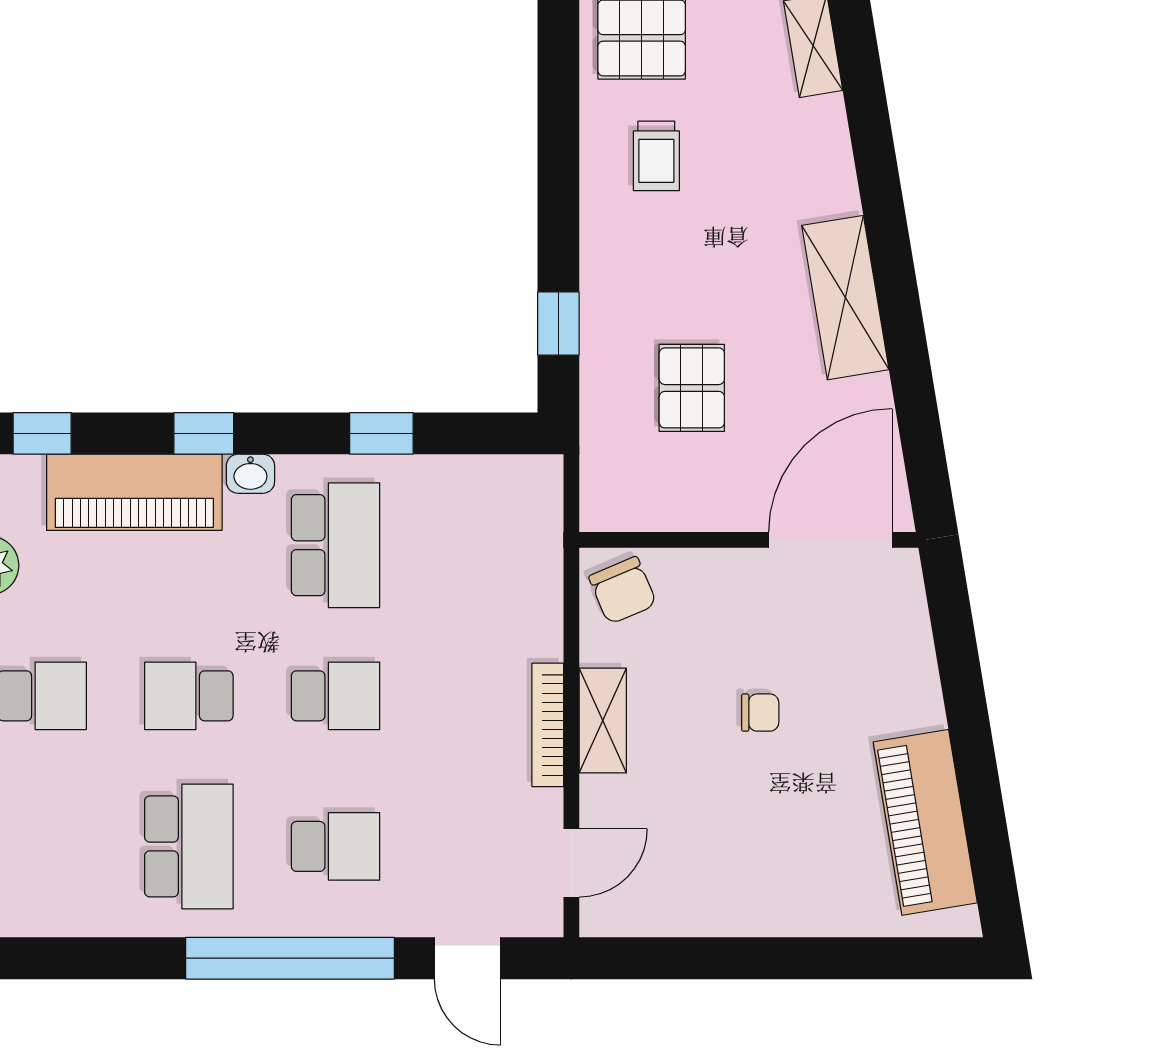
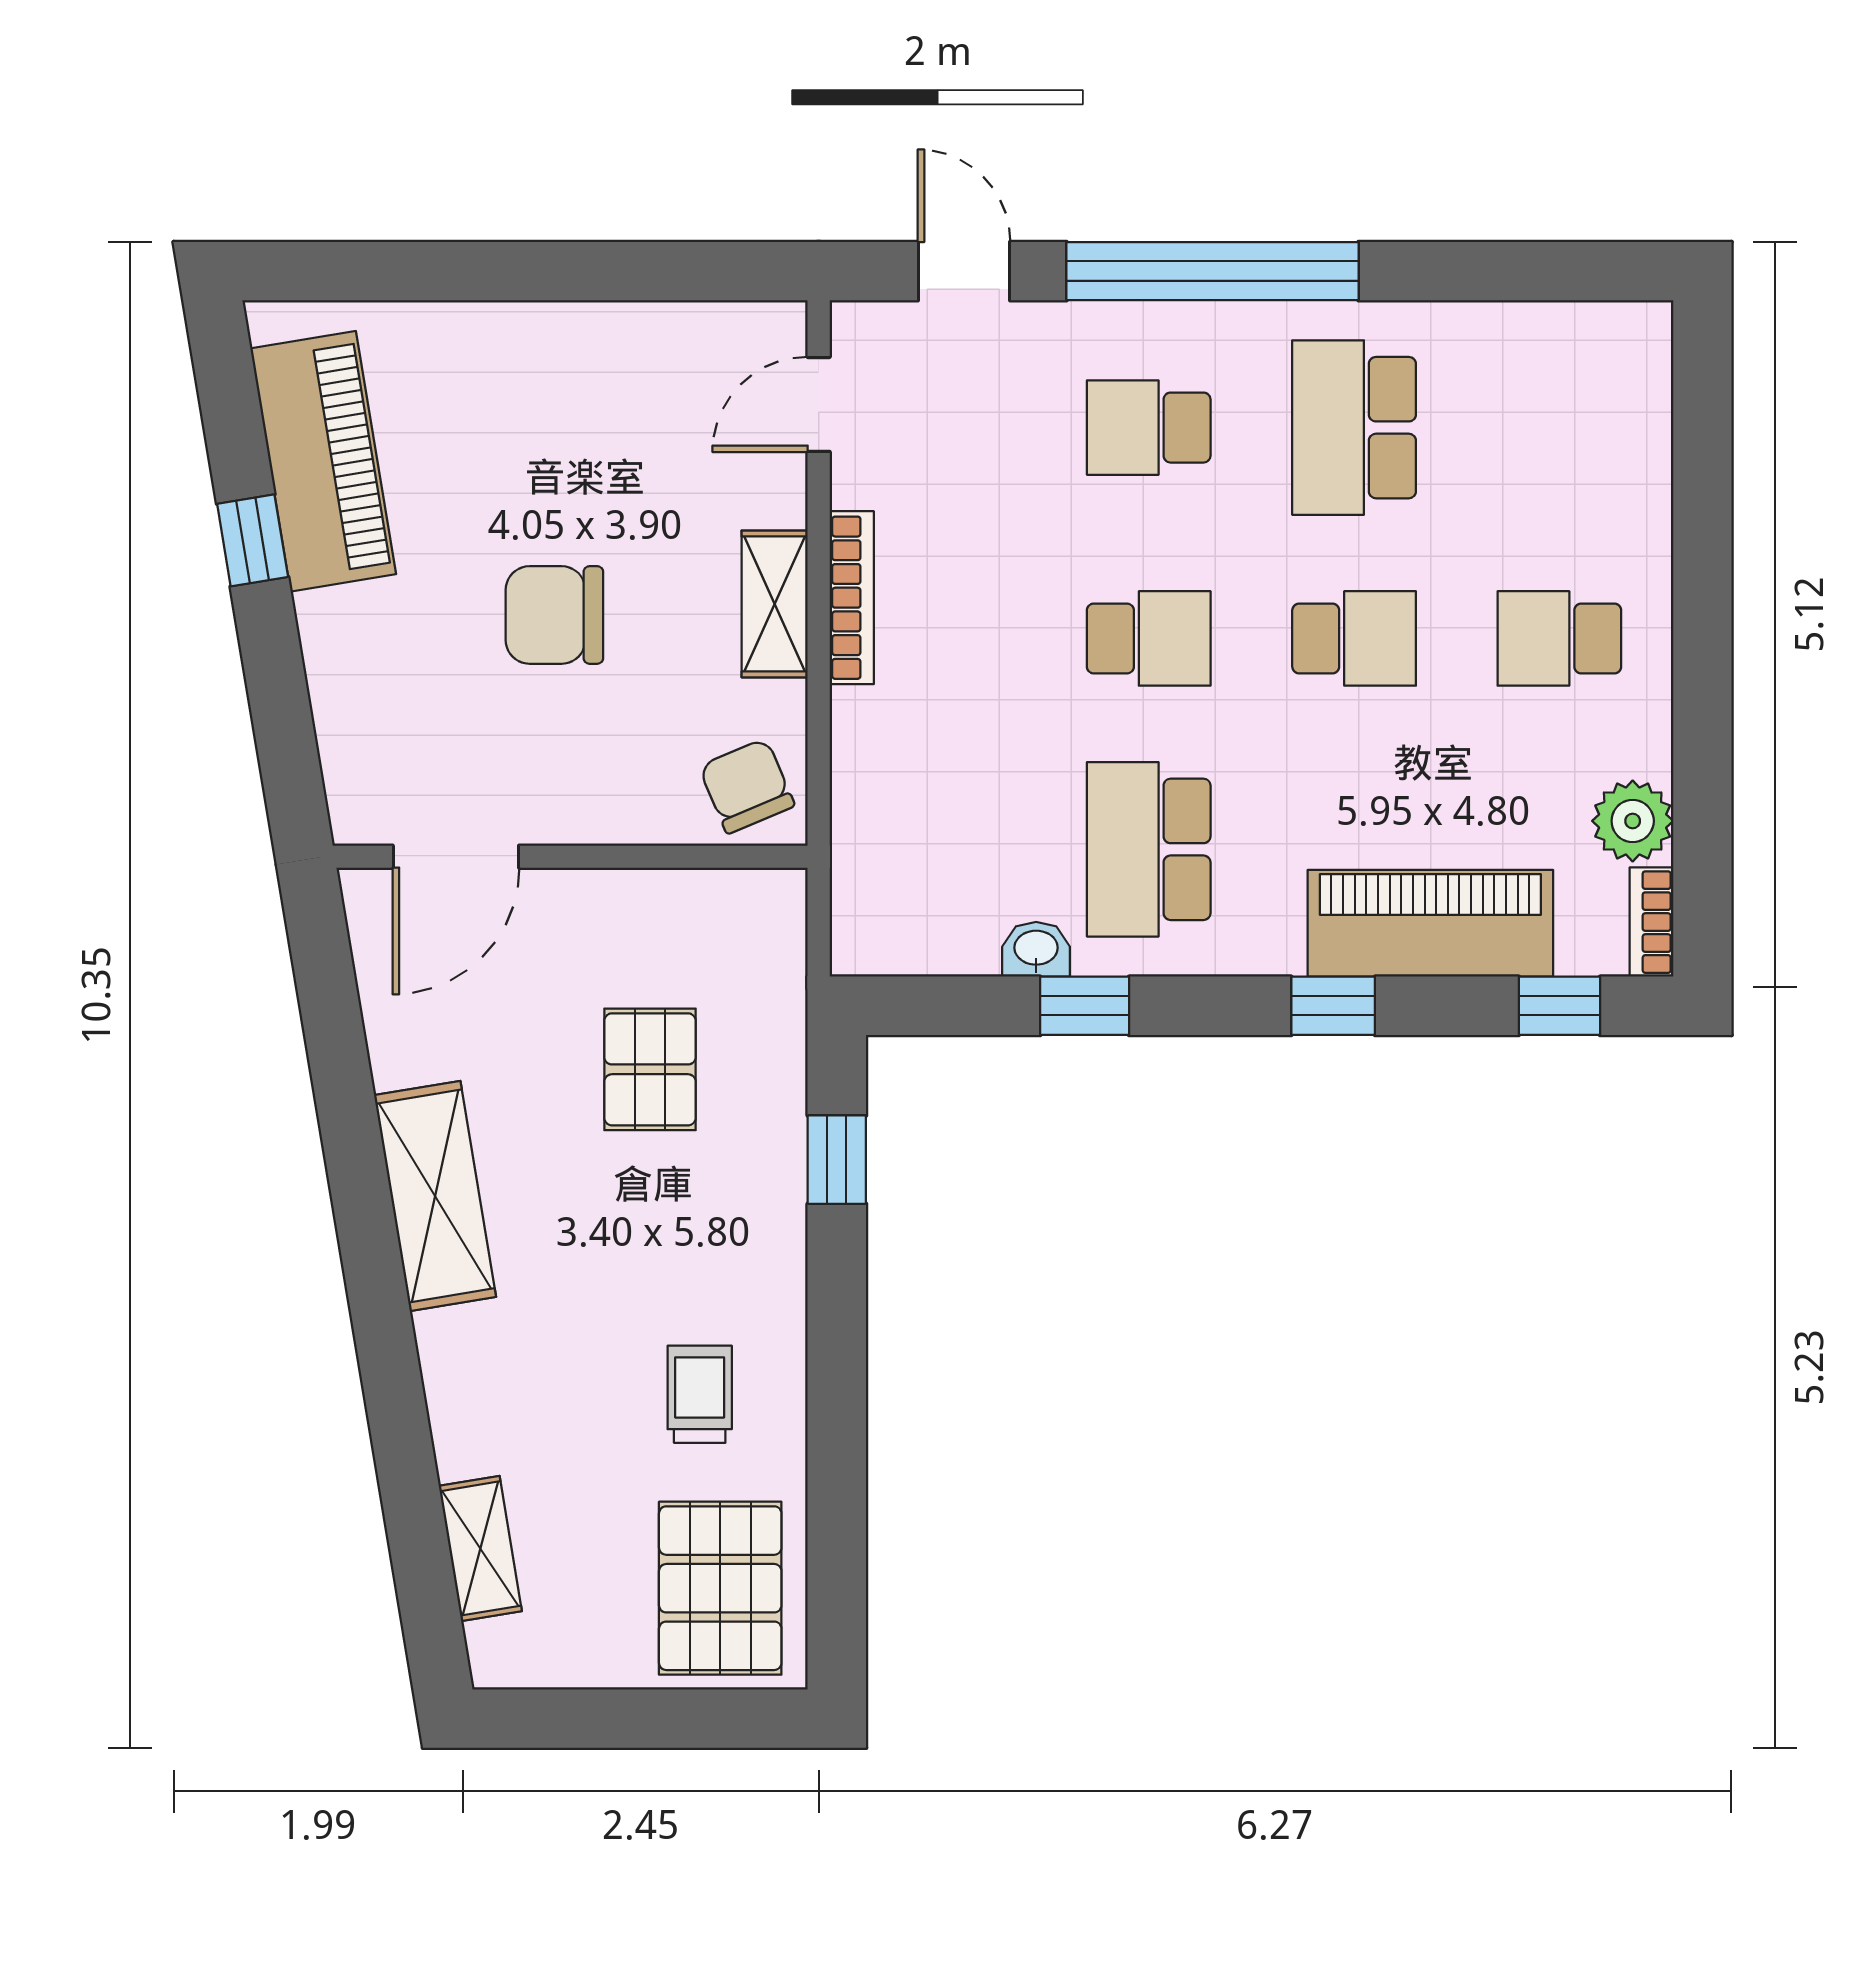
washbasin: (250, 474) -> (1036, 949), moved
door: (830, 540) -> (456, 857), width x0.73
school desk: (336, 696) -> (1149, 638), turned 180
chair: (760, 713) -> (554, 615), width x1.87, depth x1.87
window: (976, 766) -> (253, 540), added

